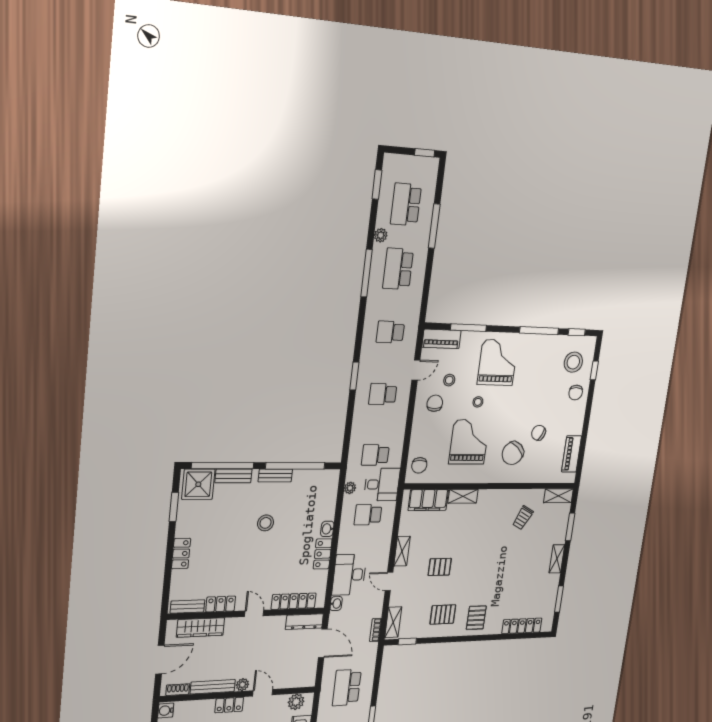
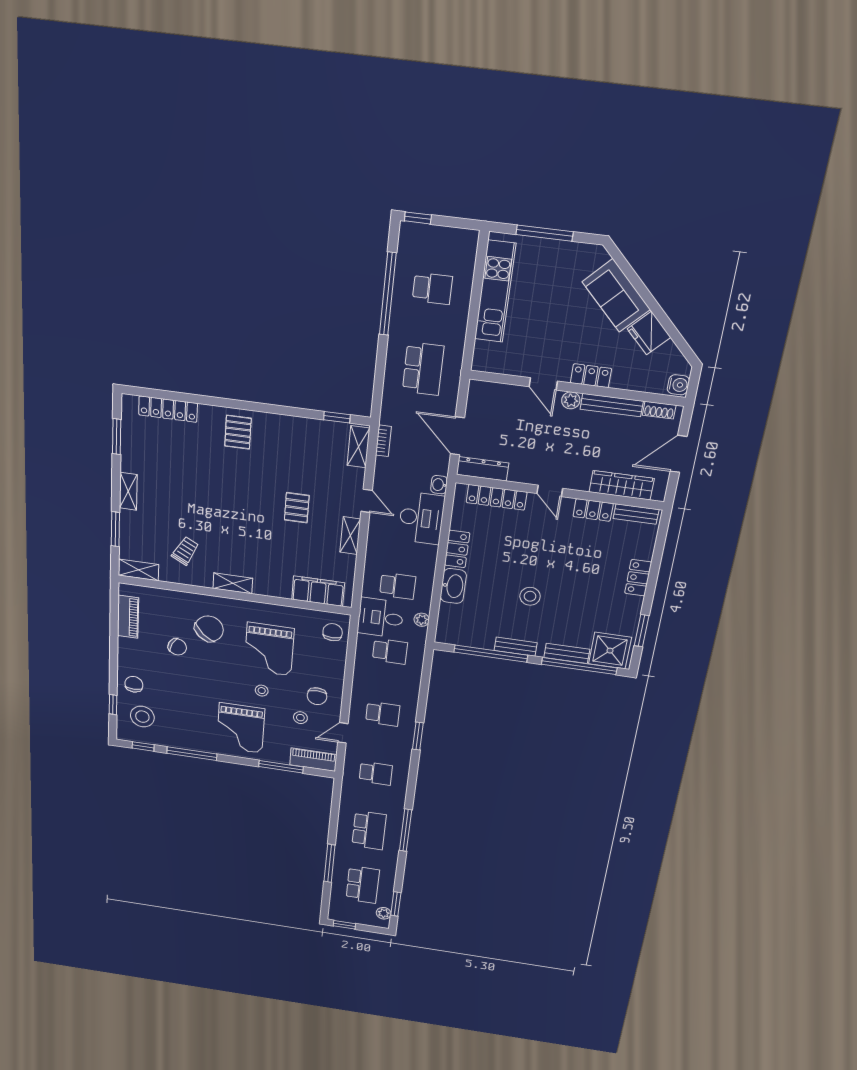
plant: (381, 235) -> (384, 913), moved
shelving: (463, 496) -> (233, 583), moved
washbasin: (327, 529) -> (453, 586), width x1.91, depth x1.45
pallet: (440, 567) -> (297, 508), turned 90
pallet: (443, 614) -> (288, 445), removed
plant: (296, 702) -> (496, 362), removed

